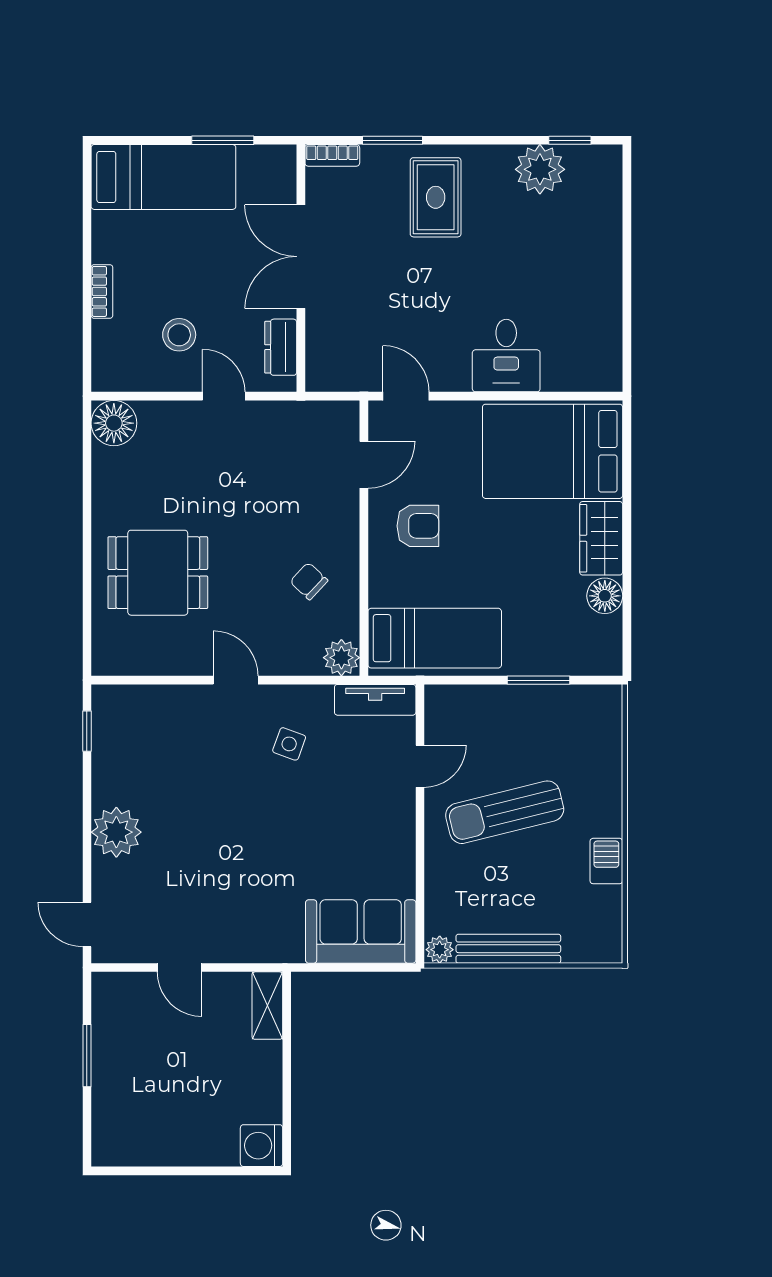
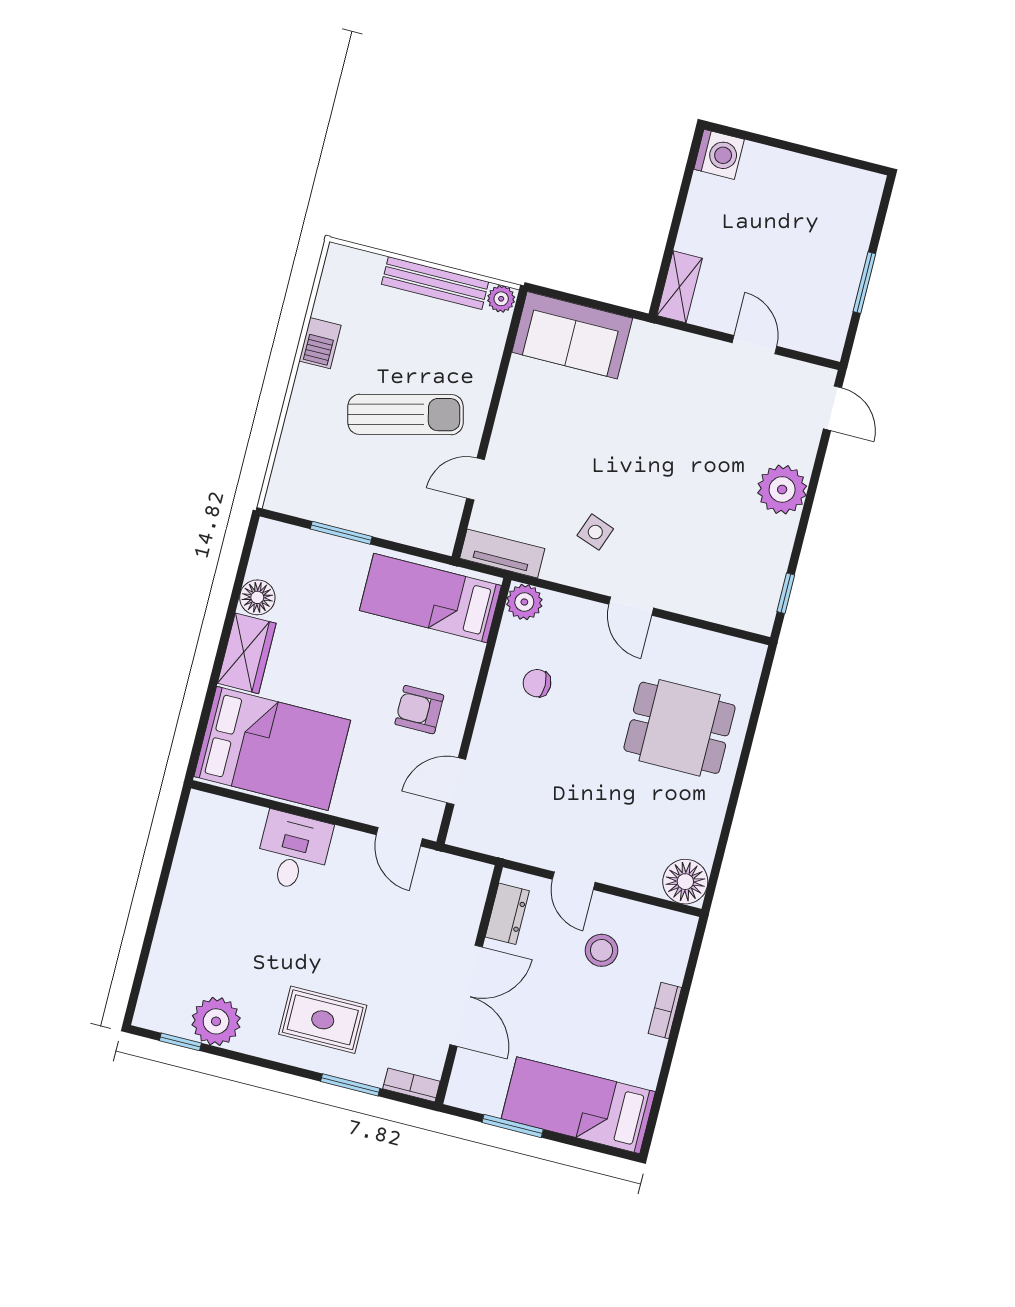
rug: (436, 197) -> (323, 1020), turned 90
chair: (309, 581) -> (537, 683), turned 137

